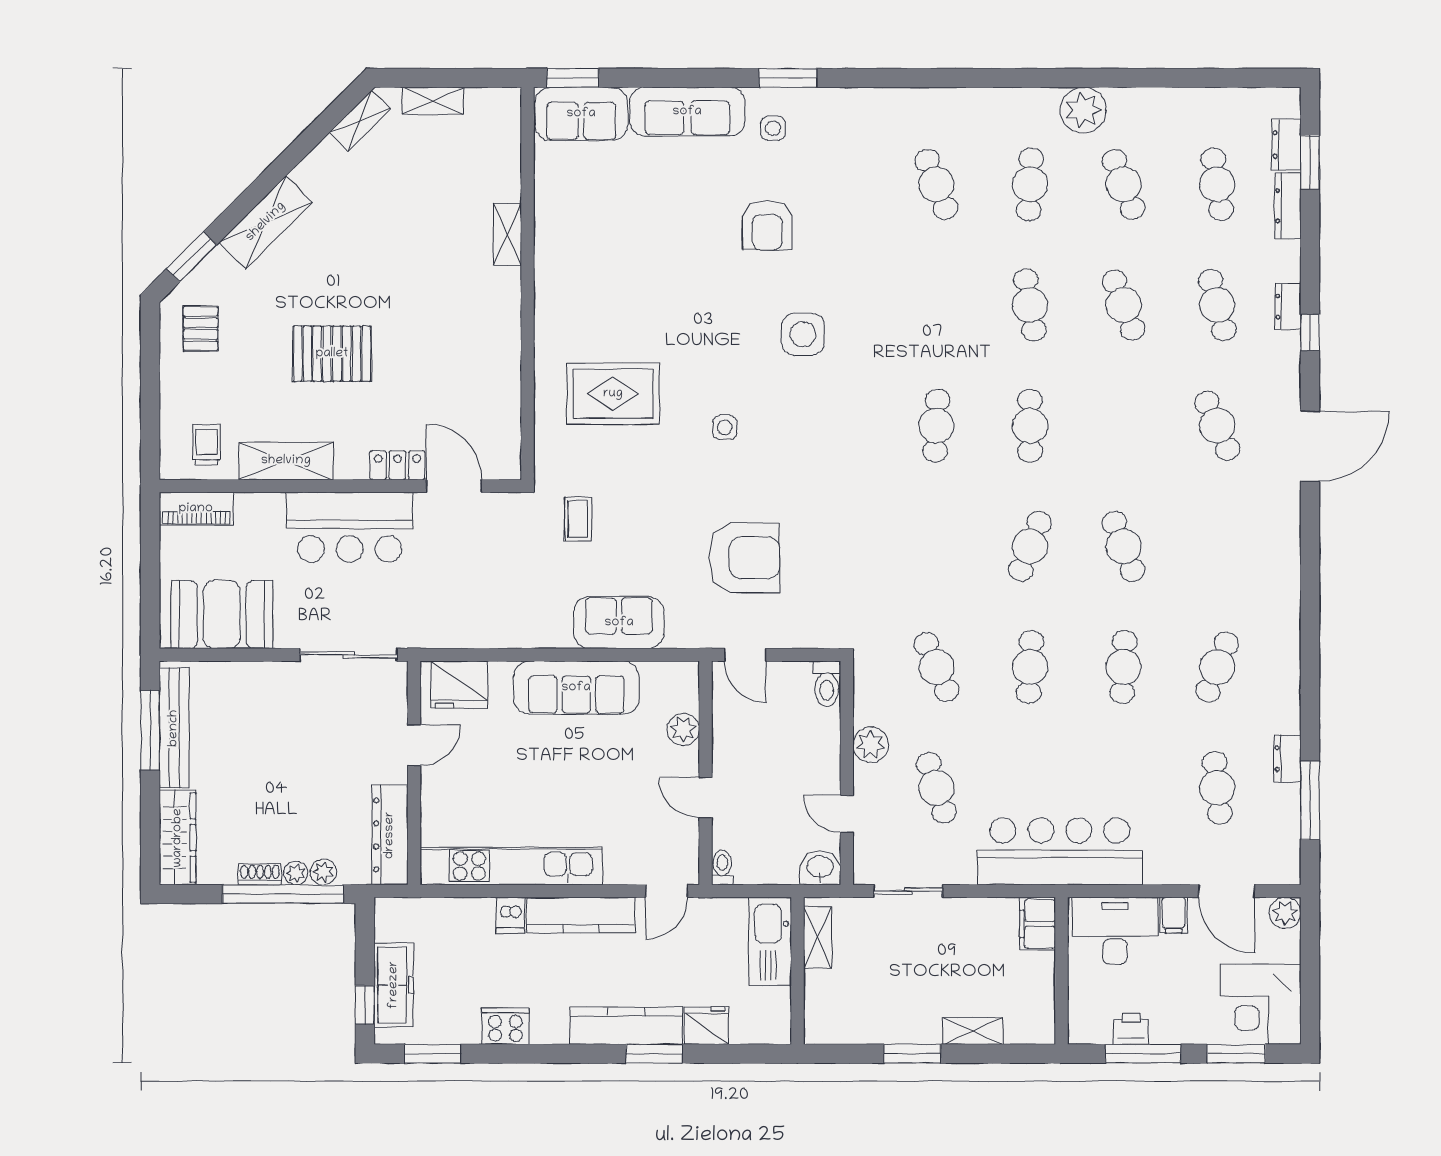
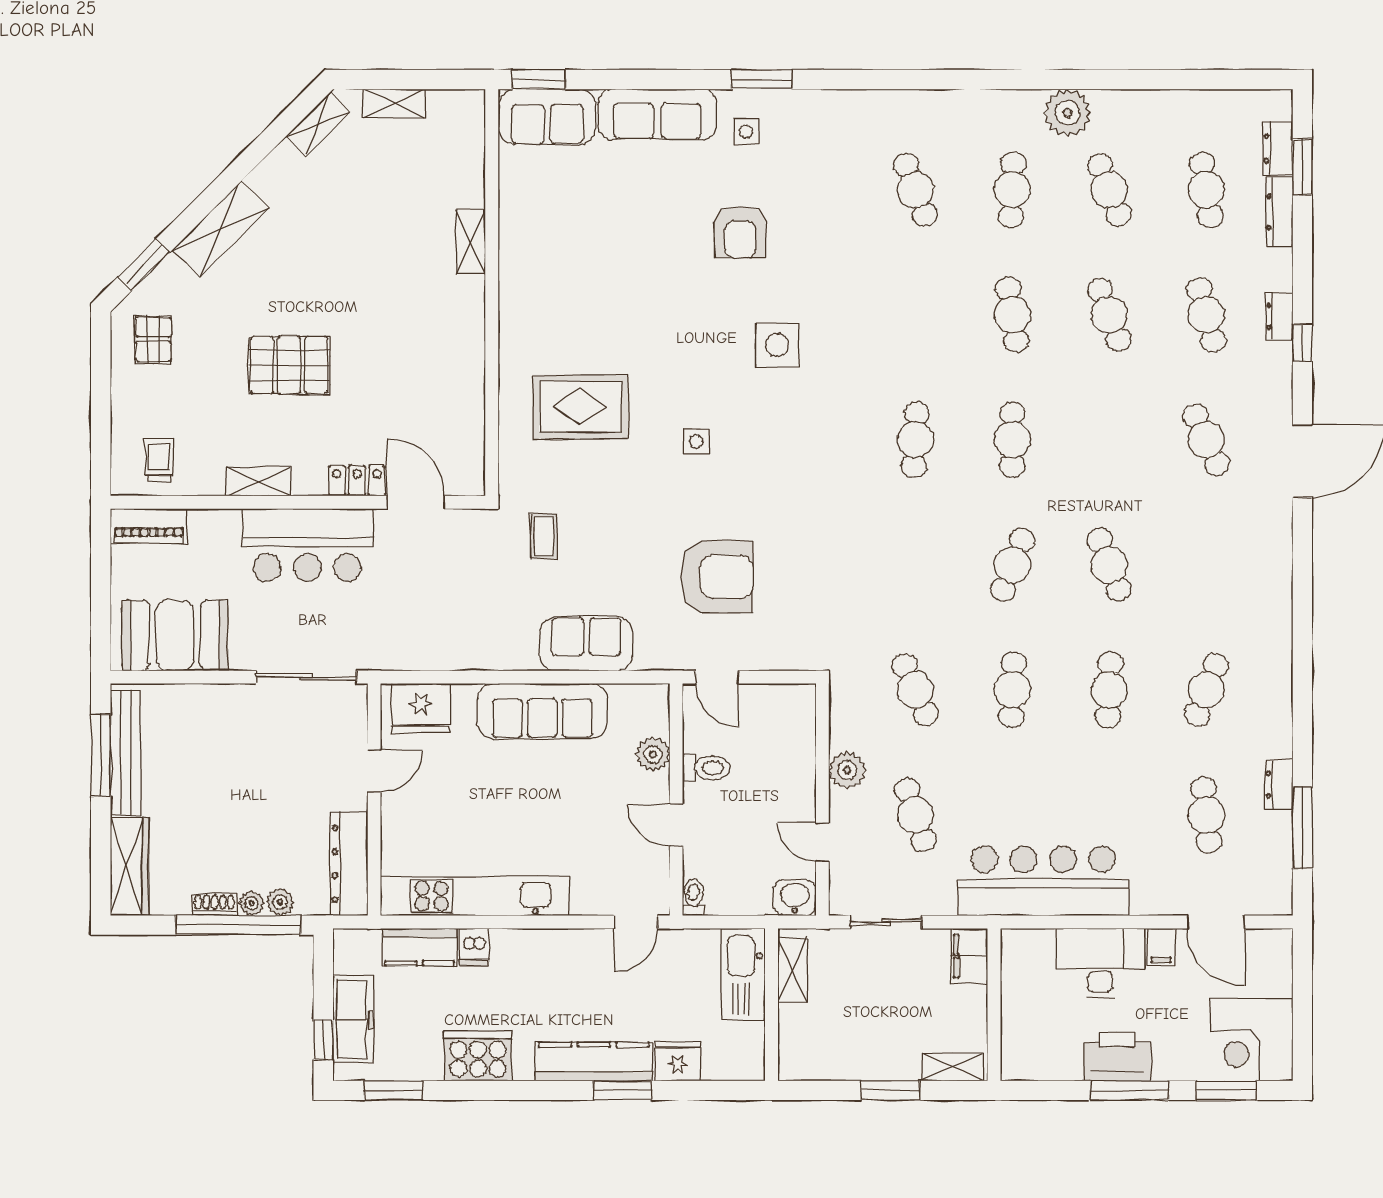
shelving: (286, 461) -> (258, 481), width x0.67, depth x0.75
toilet: (827, 684) -> (706, 768), moved, turned -90
plant: (1285, 913) -> (1276, 945), removed
kitchen counter: (581, 915) -> (420, 947), moved, width x0.67
filing cabinet: (1037, 924) -> (969, 956), moved
wall: (1061, 971) -> (994, 1005), moved
cooker: (505, 1026) -> (478, 1056), width x1.37, depth x1.31
printer: (1131, 1029) -> (1117, 1057), width x1.87, depth x1.48

